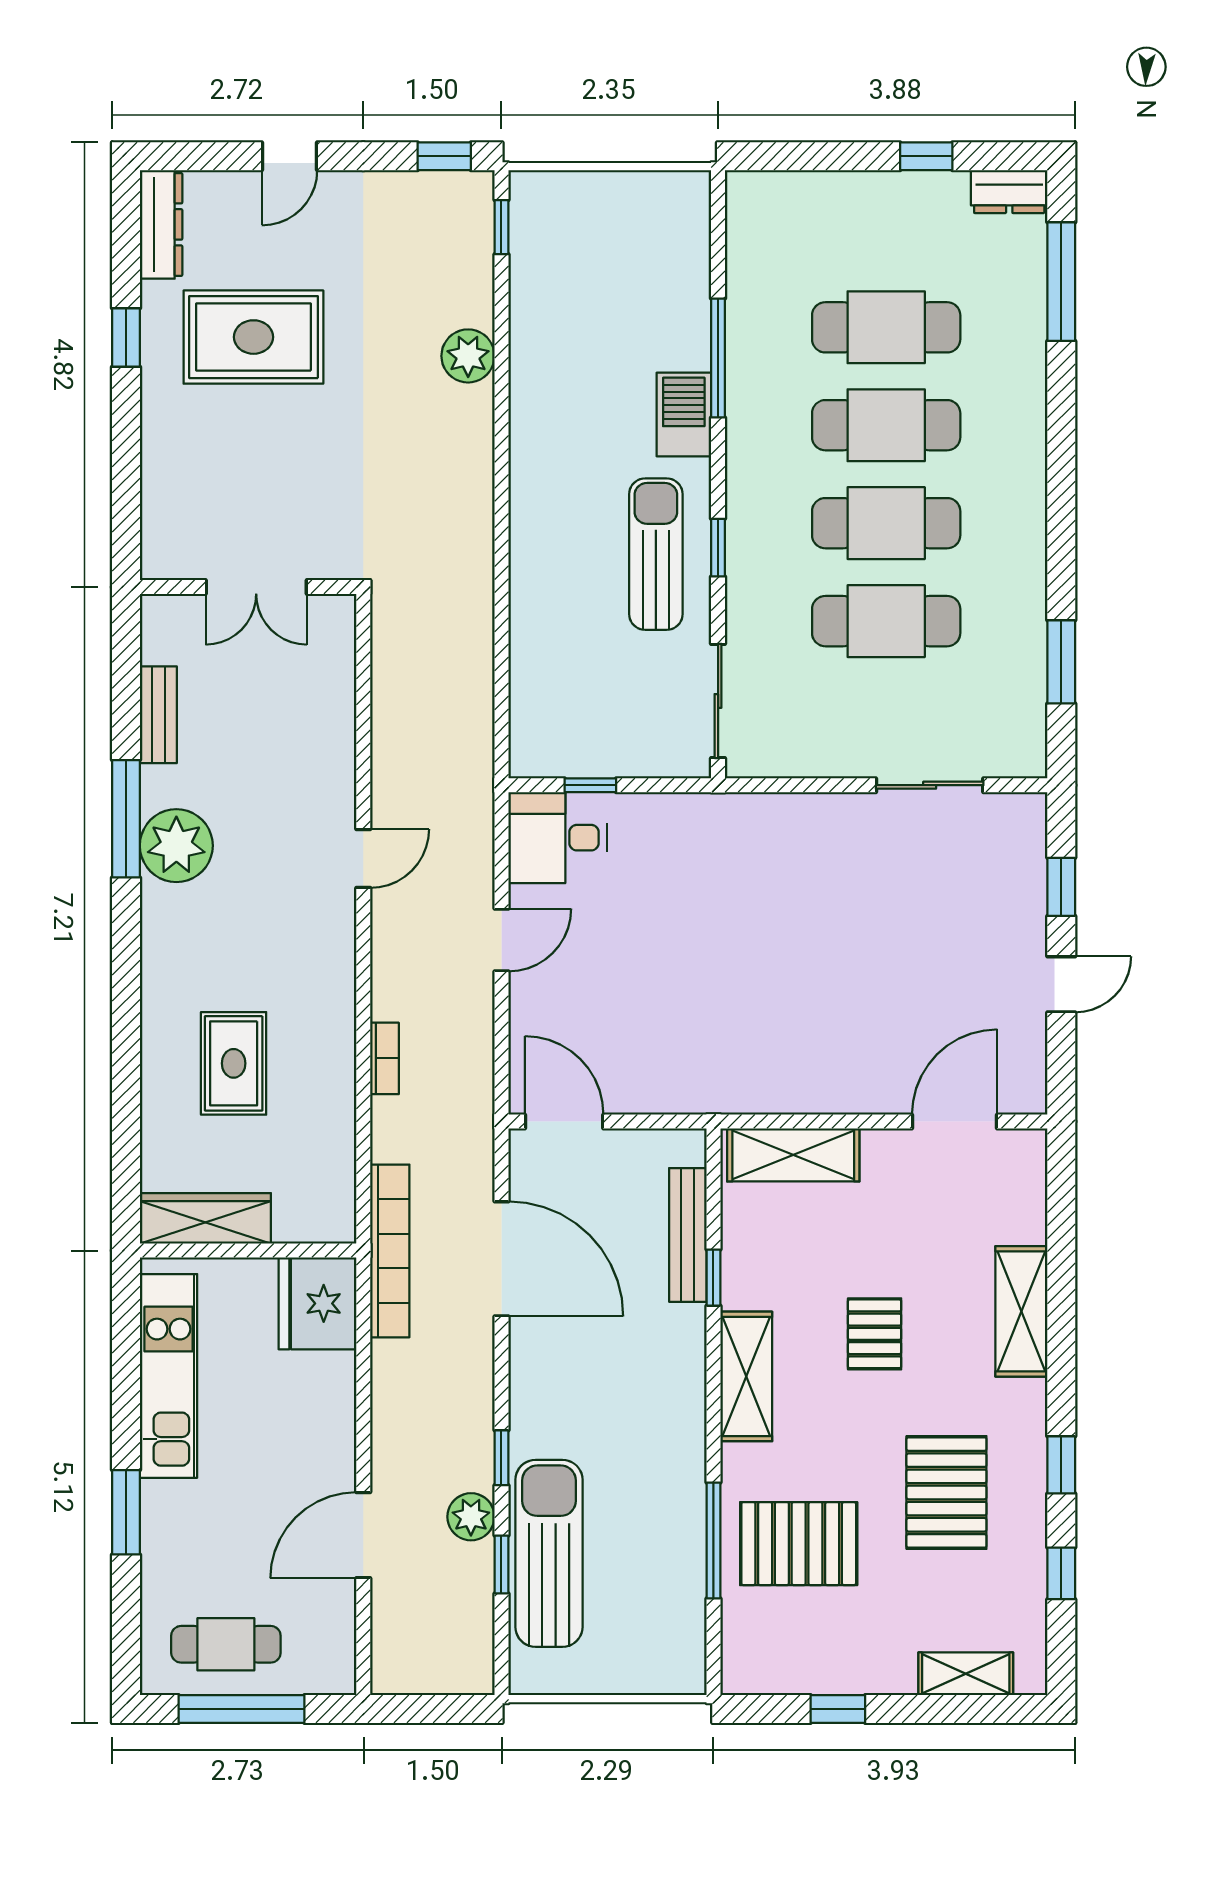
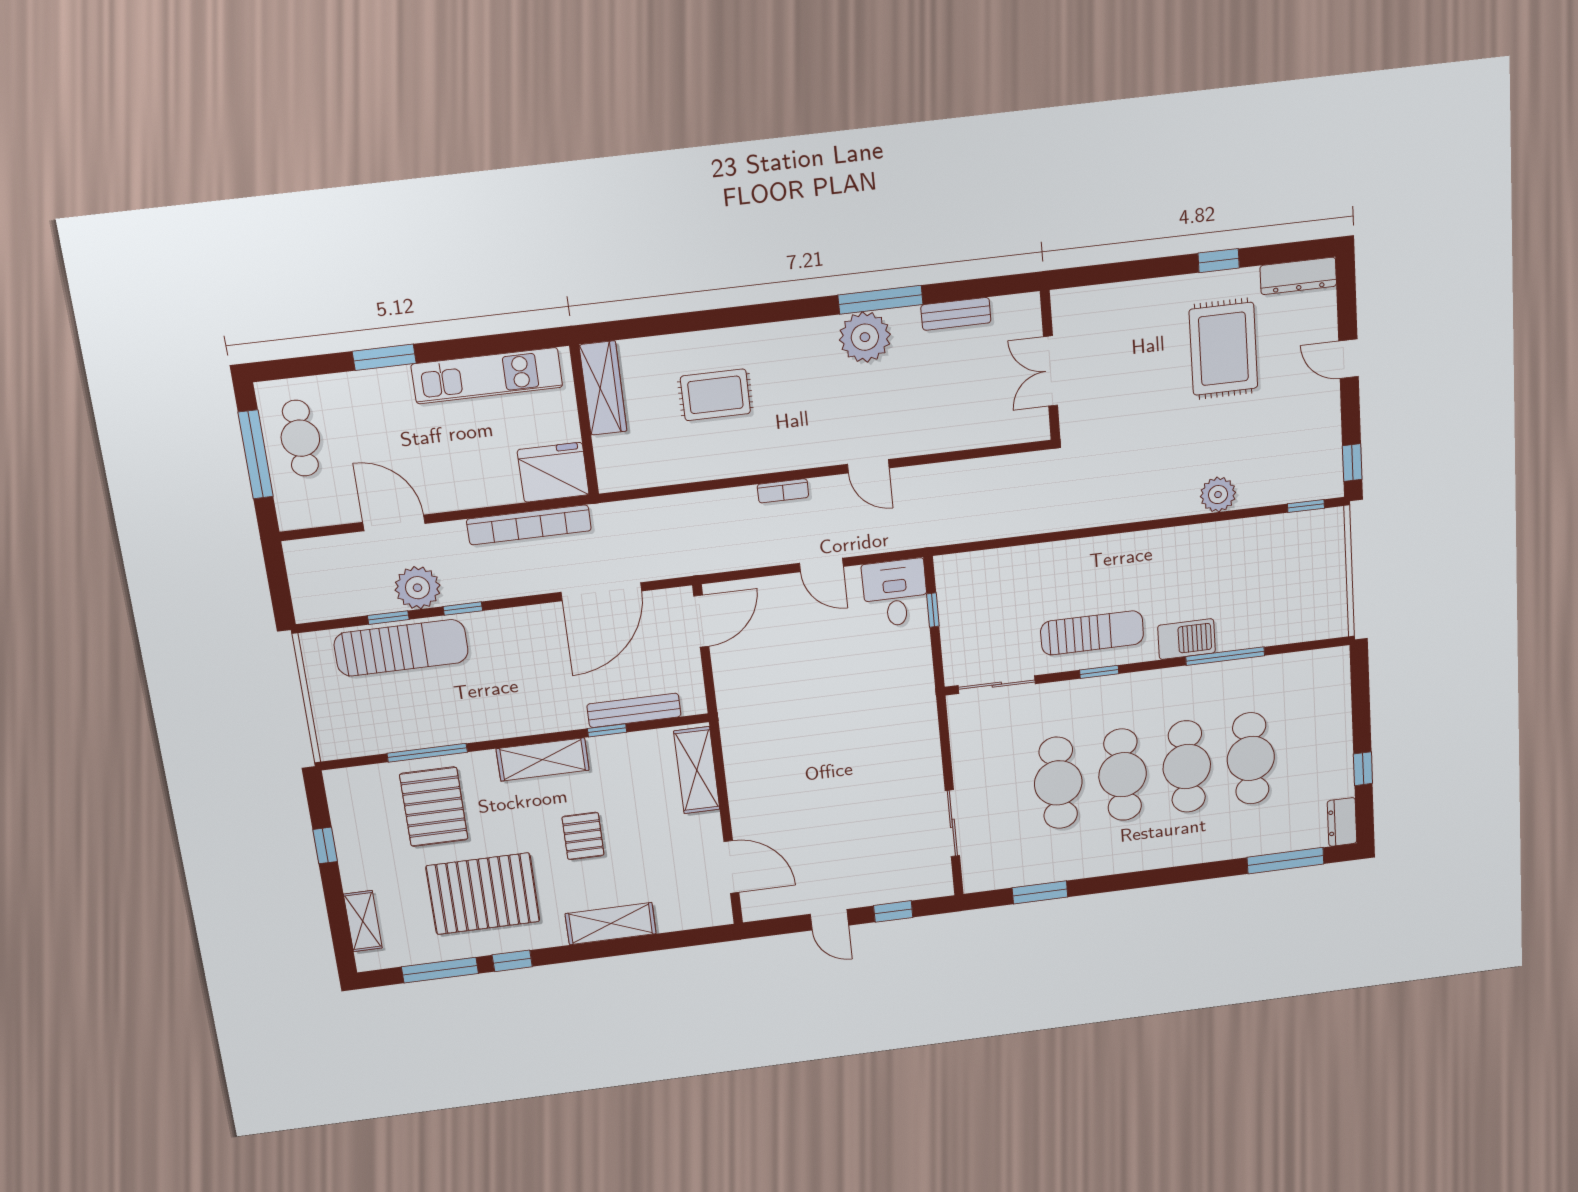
bookcase: (384, 1058) -> (783, 491), moved
bookcase: (390, 1251) -> (529, 525), moved
pallet: (875, 1334) -> (583, 836), turned 90
pallet: (946, 1492) -> (483, 894), width x1.37, depth x1.41
plant: (471, 1517) -> (418, 588), width x1.36, depth x1.36
window: (1061, 1573) -> (440, 970), width x2.17

